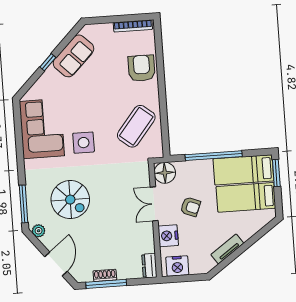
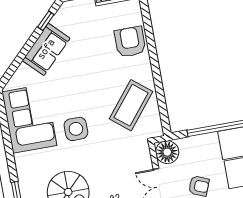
sofa: (73, 56) -> (46, 49), moved
window: (48, 62) -> (46, 21), moved

